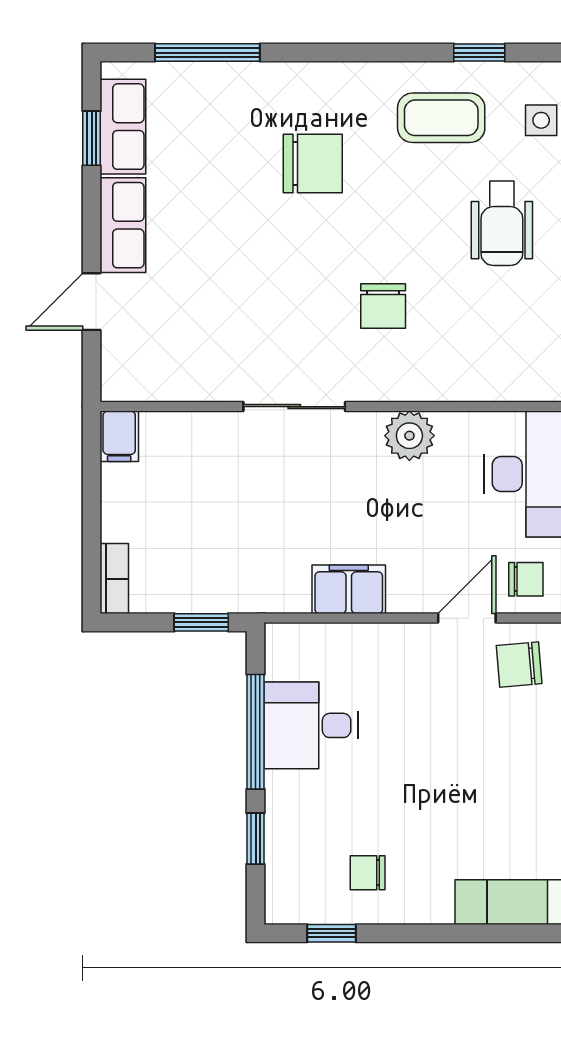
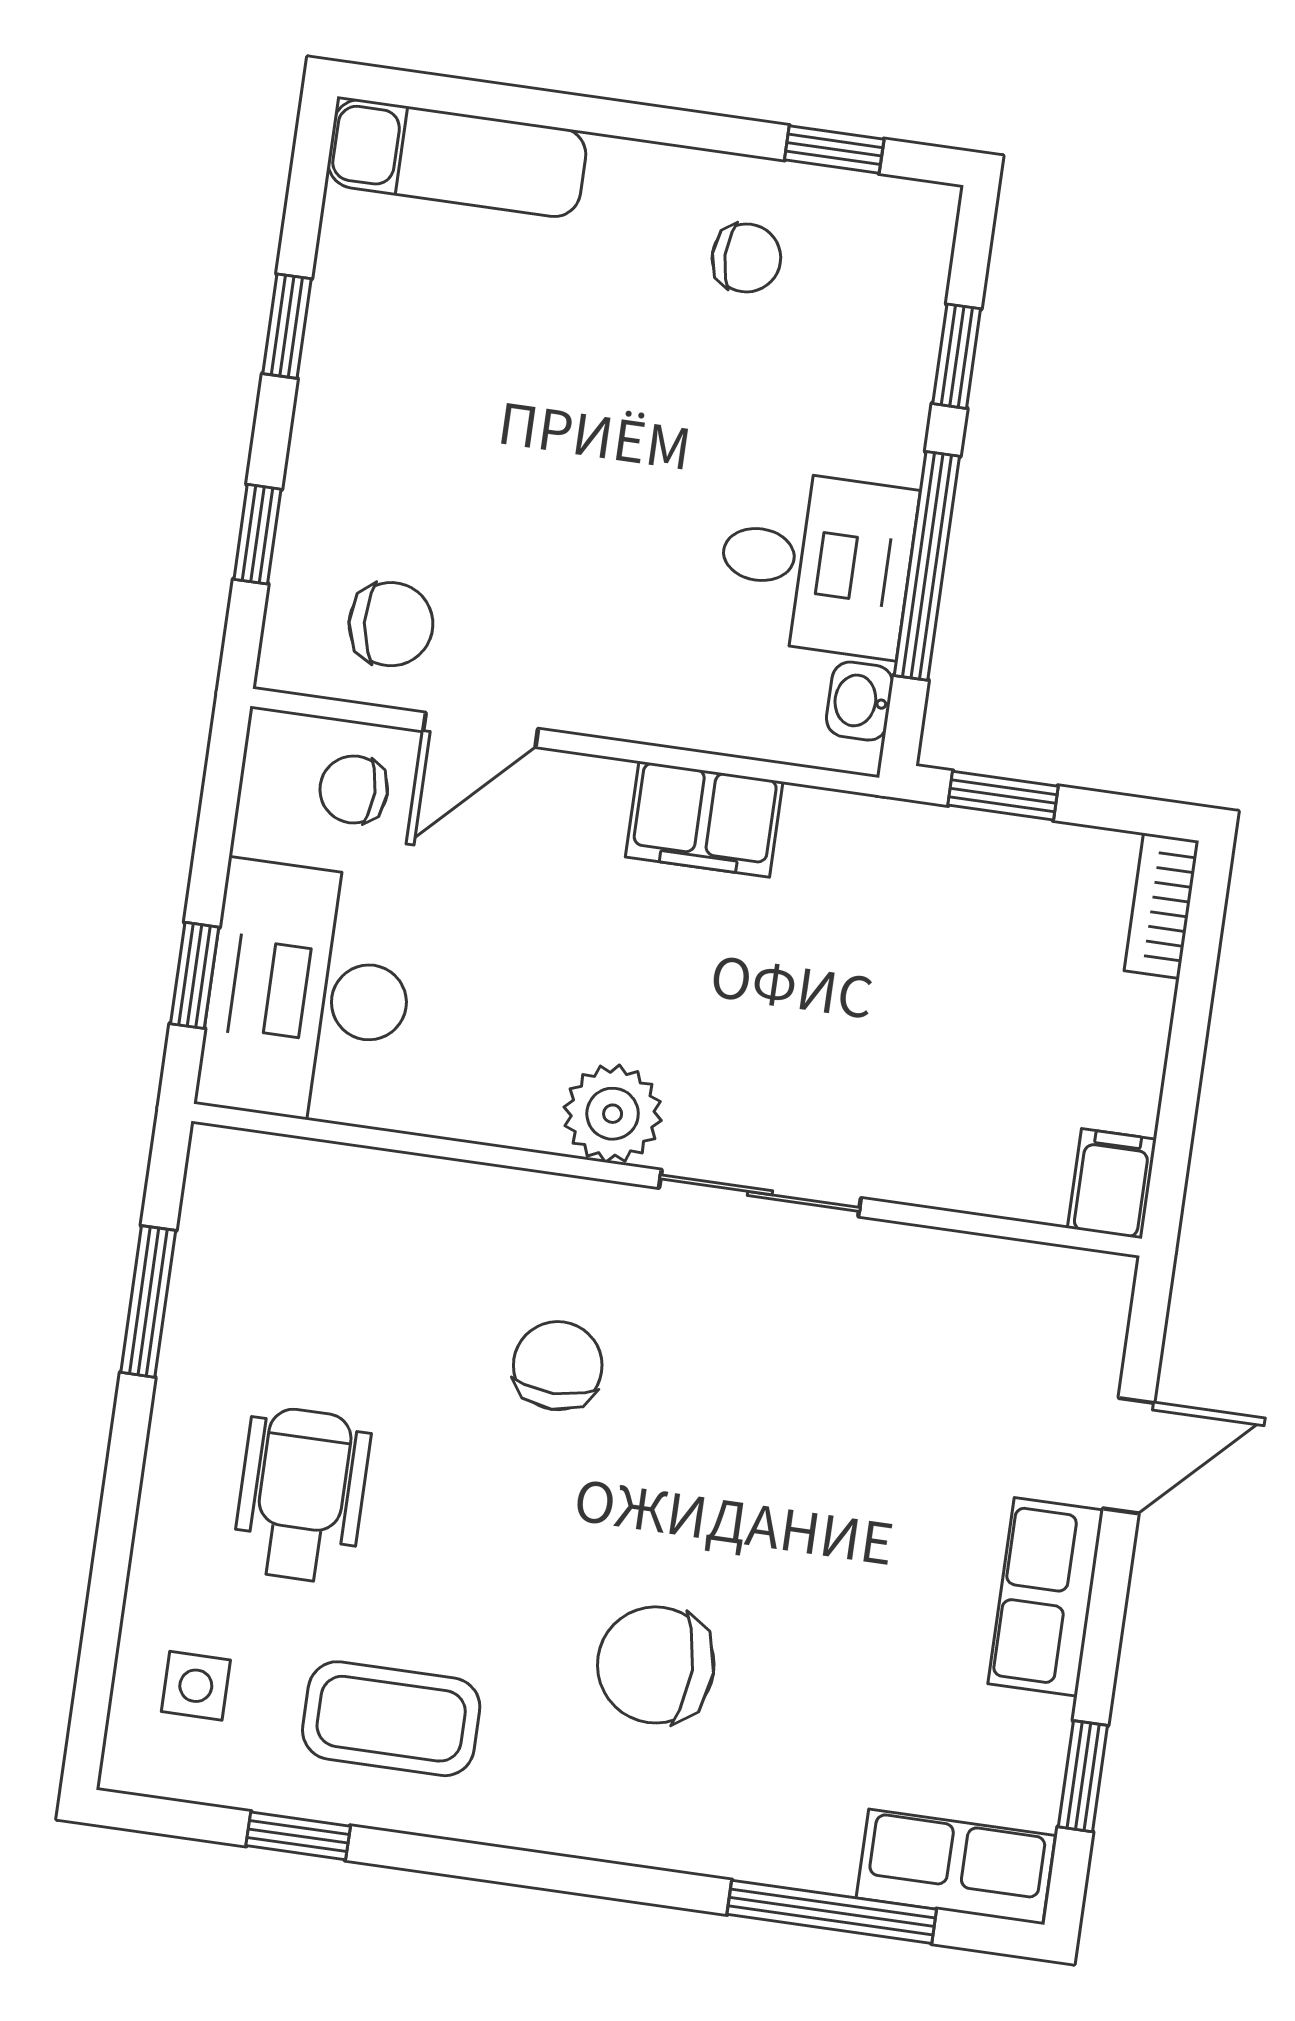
row of seats: (123, 127) -> (956, 1867), moved, turned 90
plant: (409, 436) -> (613, 1114), moved
washbasin: (280, 659) -> (860, 701), added

